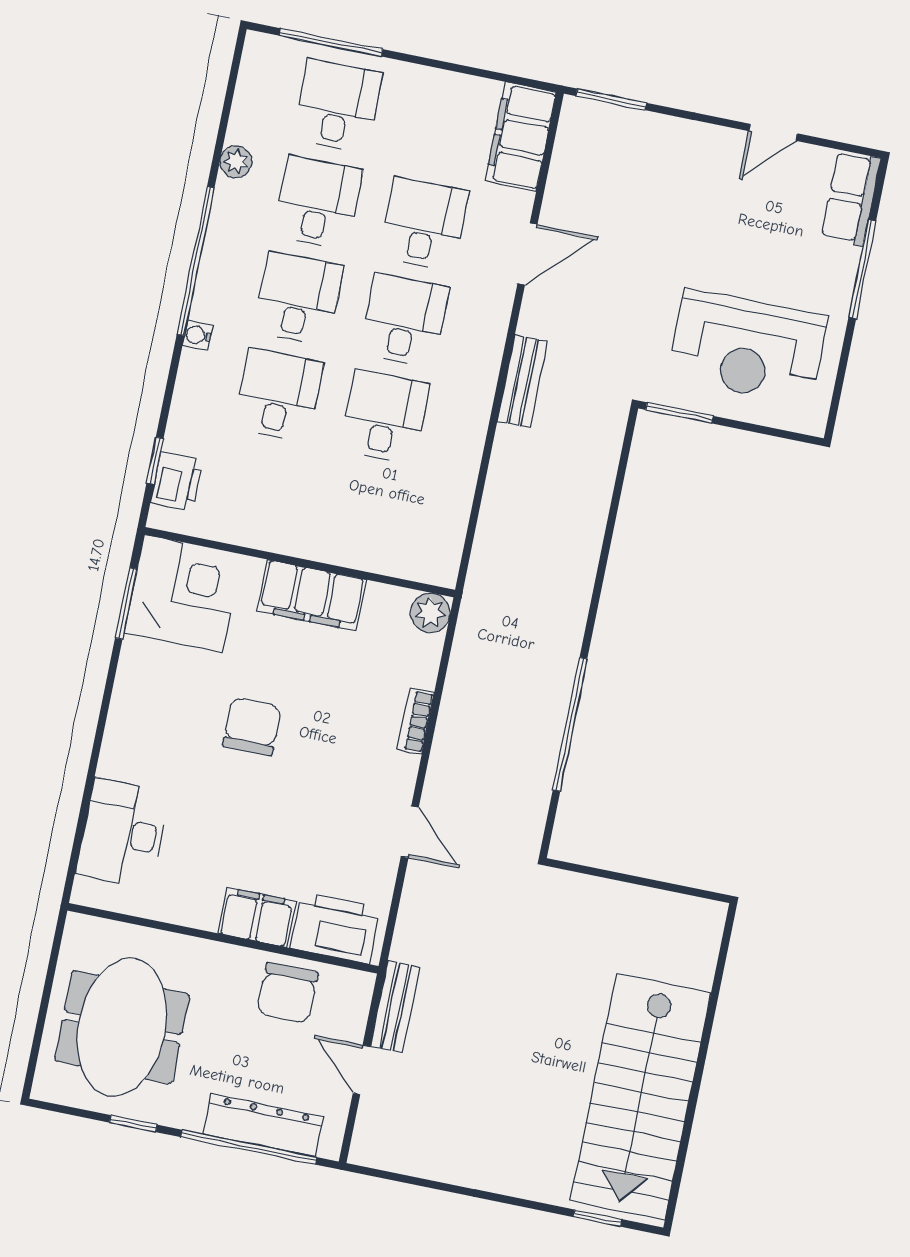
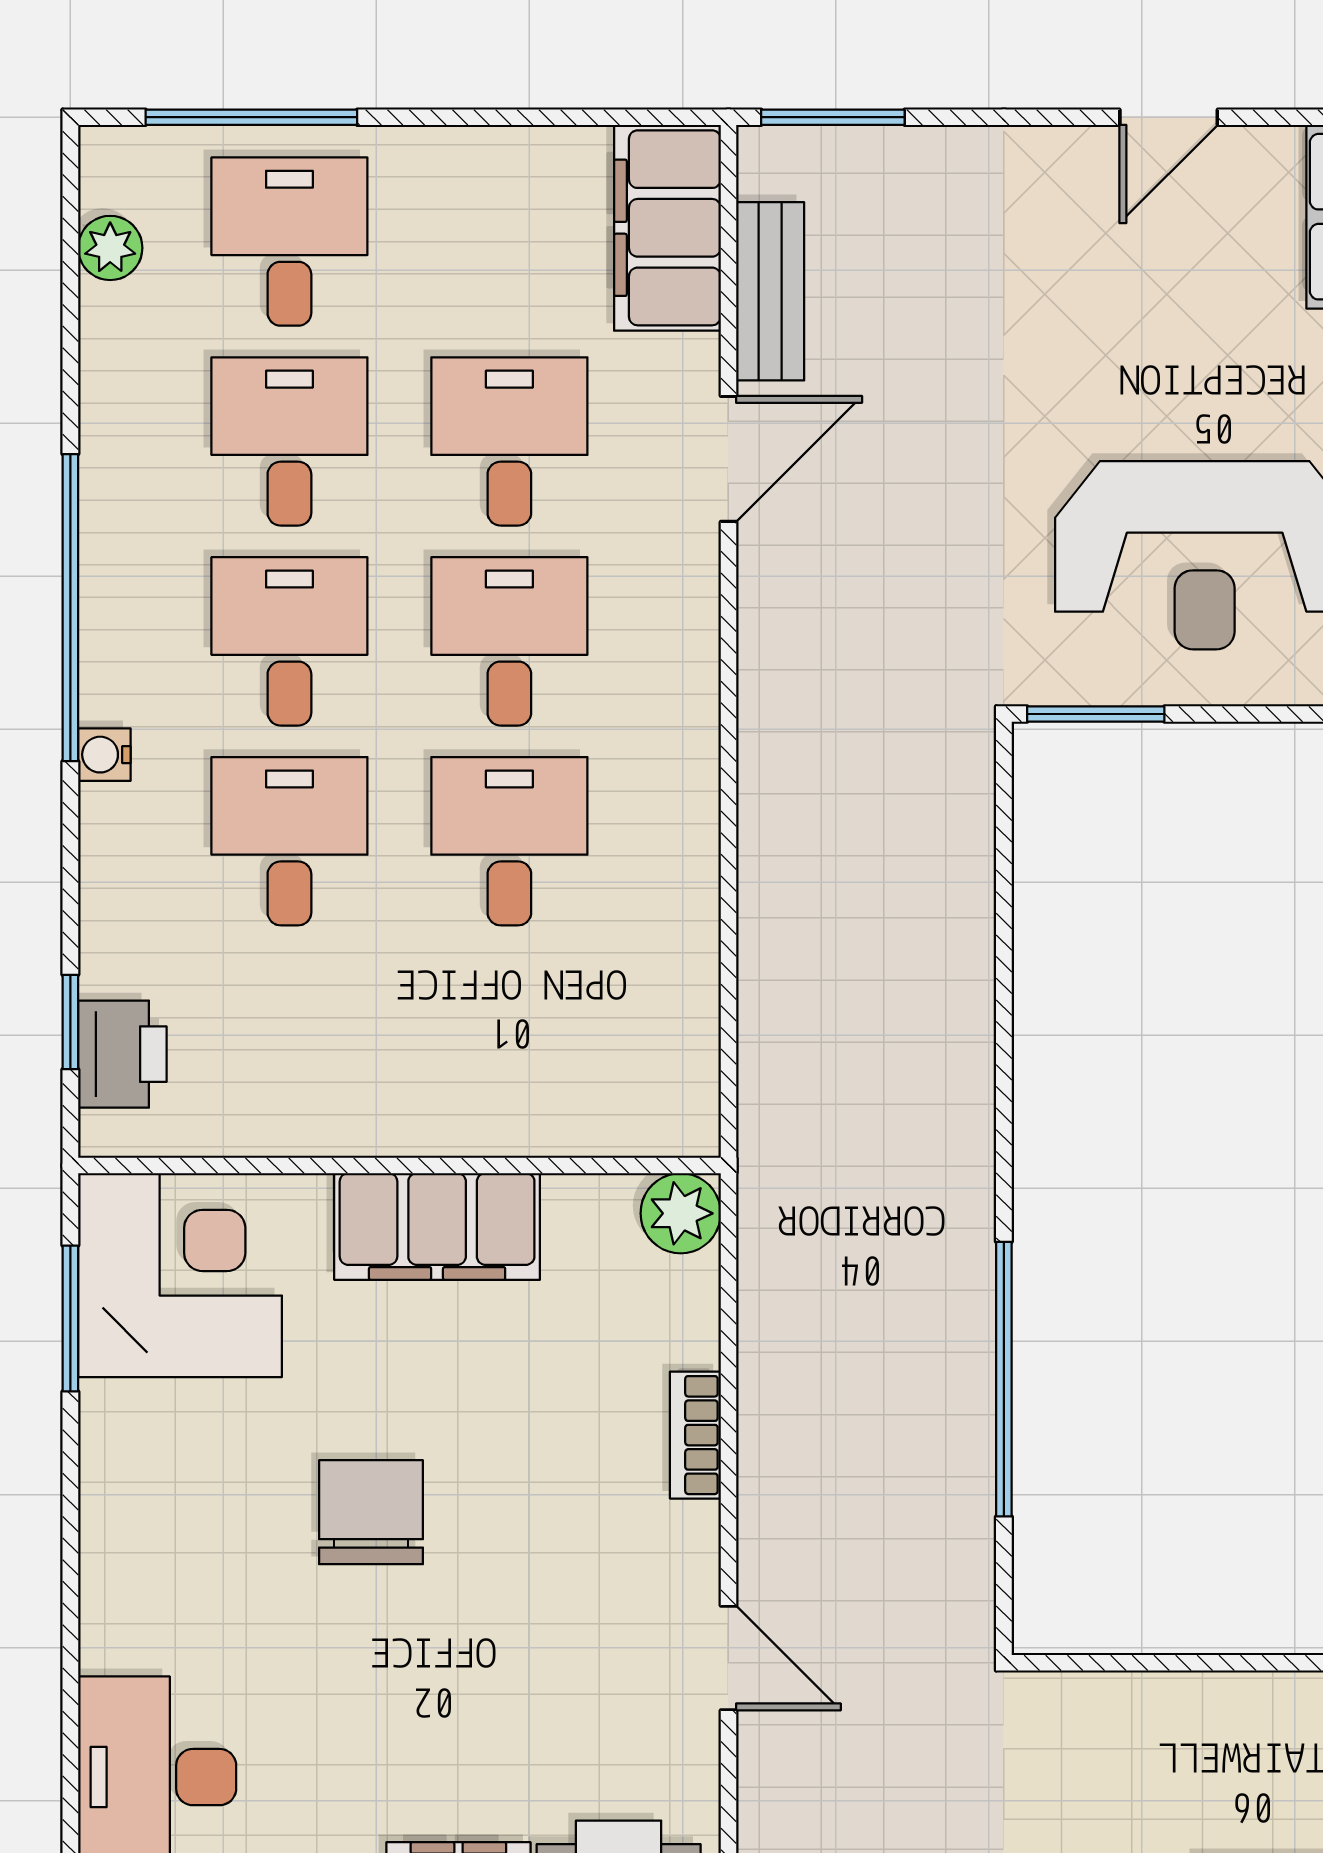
plant: (236, 162) -> (110, 248), moved
bench: (522, 381) -> (770, 291), moved

